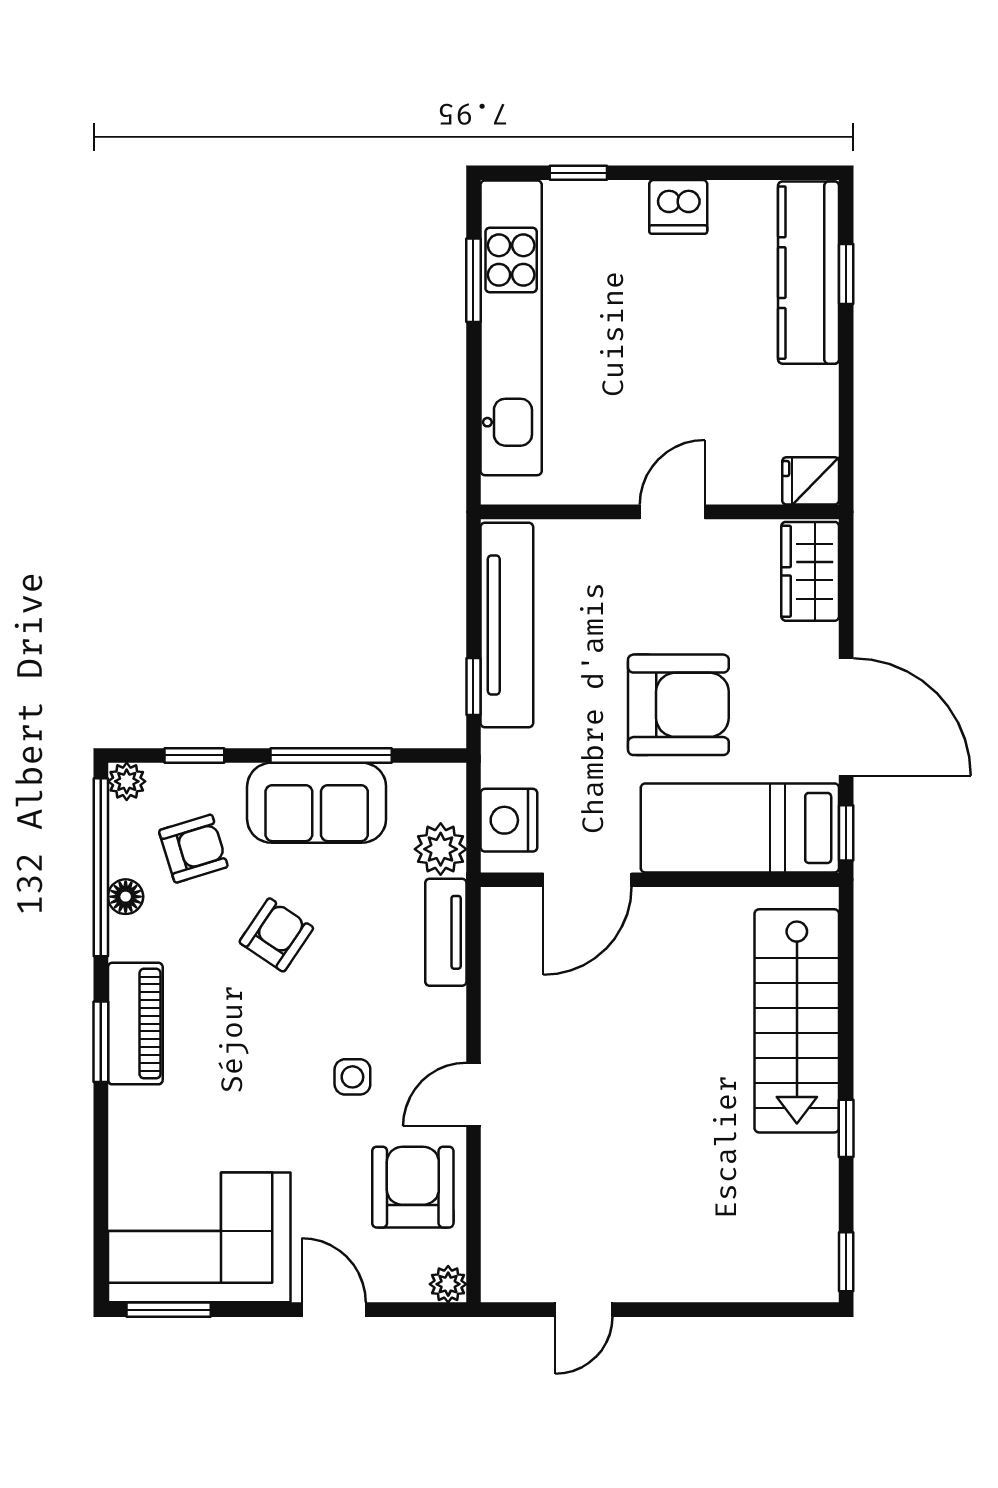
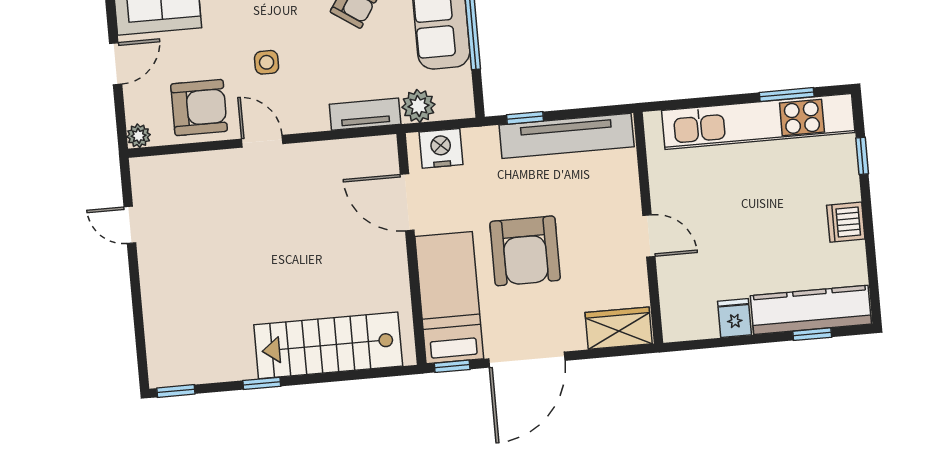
fridge: (811, 481) -> (735, 318), moved

